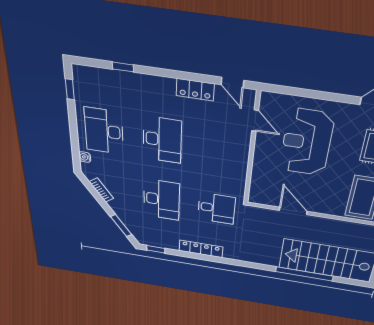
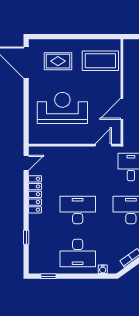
locker: (195, 90) -> (35, 194), width x1.53
door: (255, 121) -> (103, 145), moved
reception desk: (307, 142) -> (62, 108), turned 180

